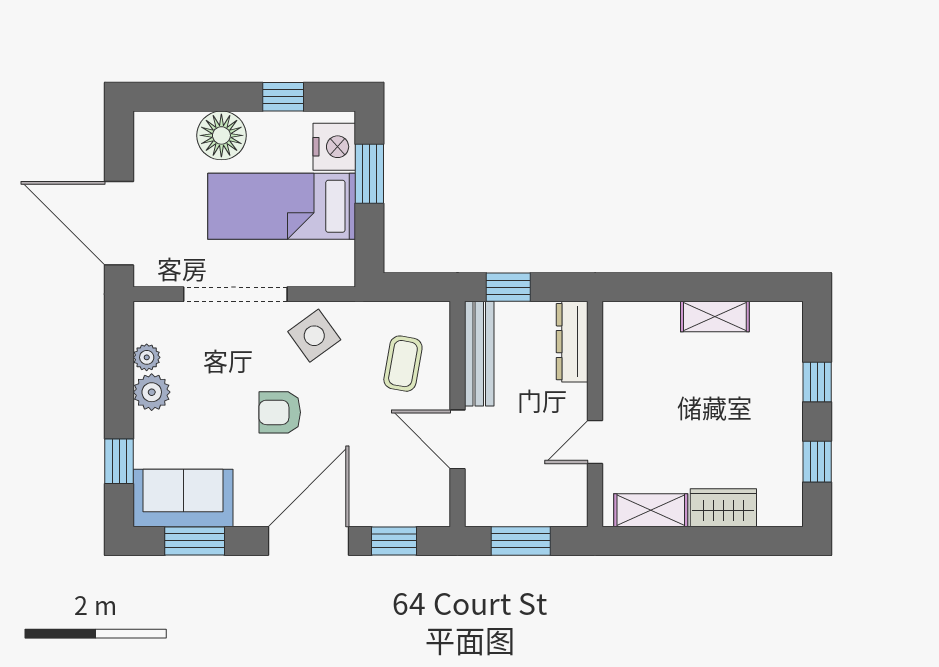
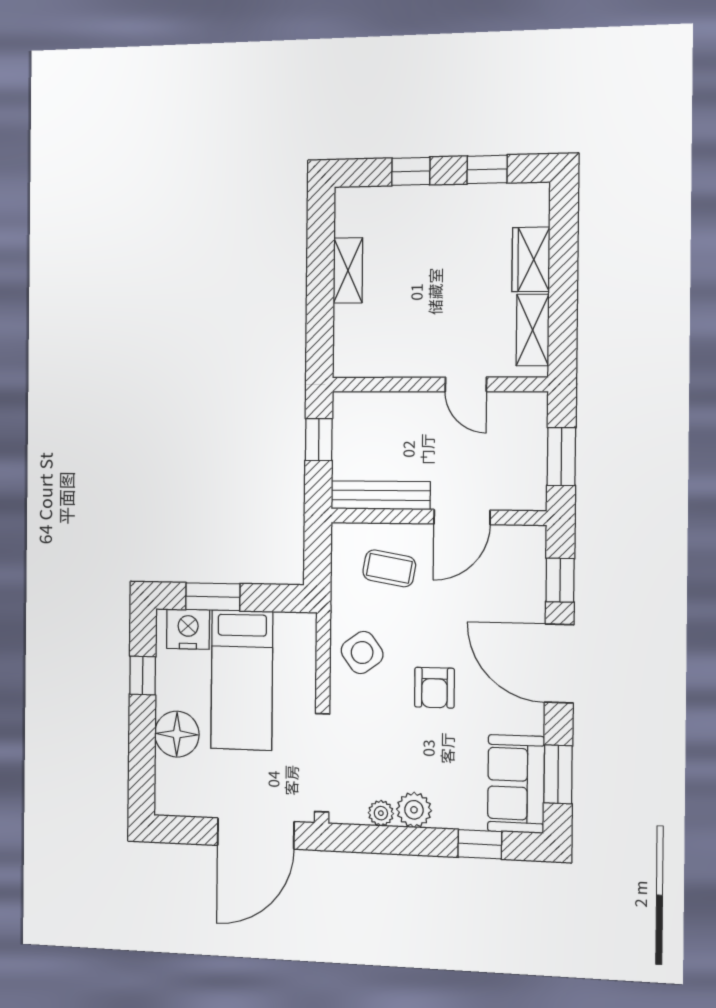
window: (508, 287) -> (319, 440), moved
doorway: (235, 294) -> (322, 763), moved
dresser: (572, 342) -> (370, 406), removed

